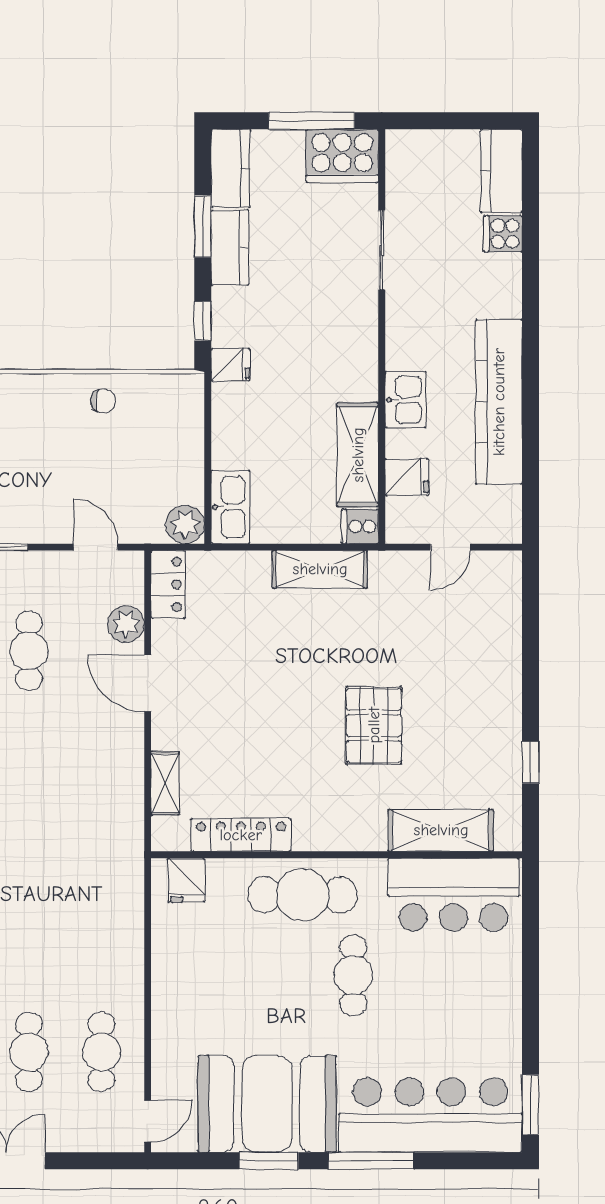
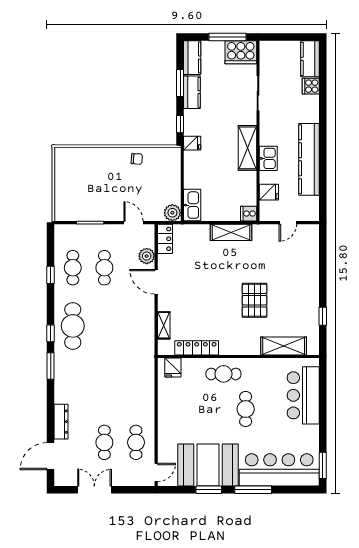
shelving: (358, 455) -> (247, 148), moved
cafe table: (302, 895) -> (223, 374), width x0.73, depth x0.74
bar counter: (453, 895) -> (303, 395), moved, turned 90

